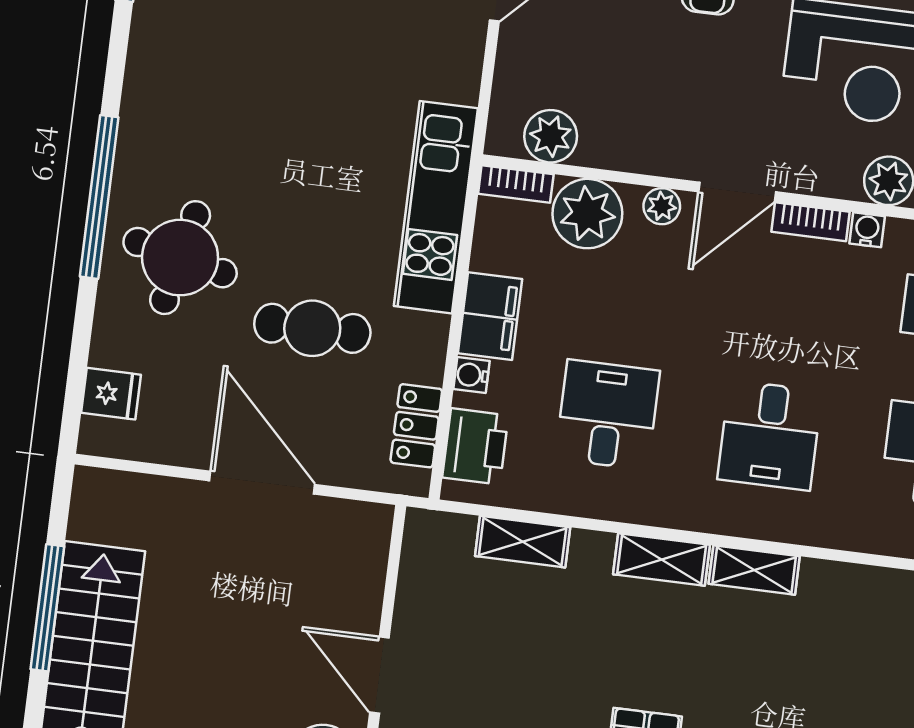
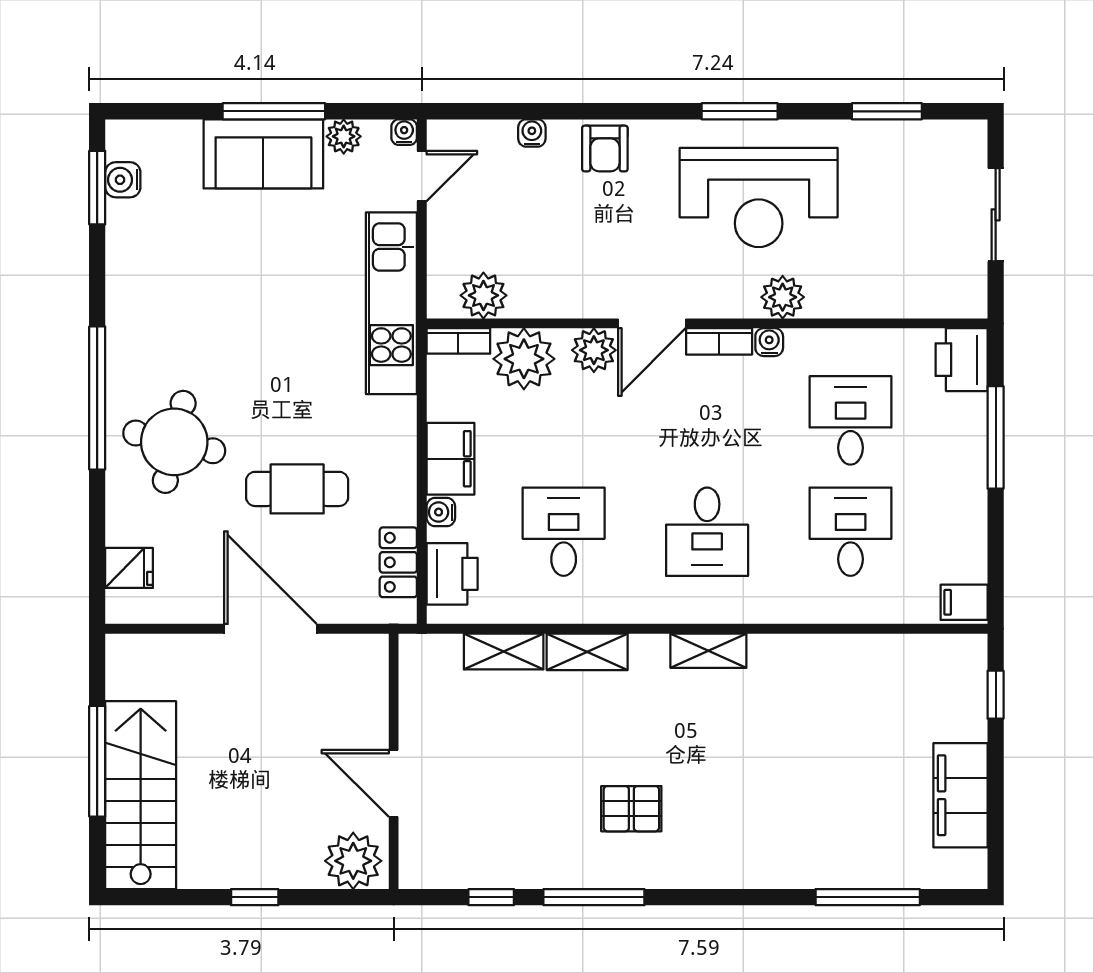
plant: (662, 206) -> (594, 350), width x1.38, depth x1.38
kitchen unit: (436, 207) -> (391, 303), moved
shelving: (662, 560) -> (587, 652), moved

